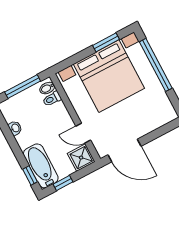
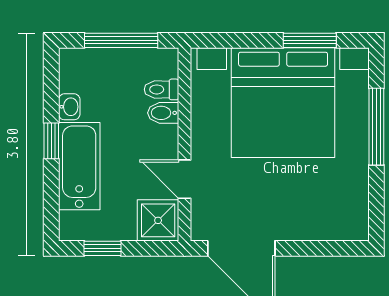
window: (156, 65) -> (376, 127), width x0.68
bidet: (47, 88) -> (163, 113), moved
bathtub: (41, 166) -> (79, 166), moved
window: (30, 176) -> (51, 141), moved

